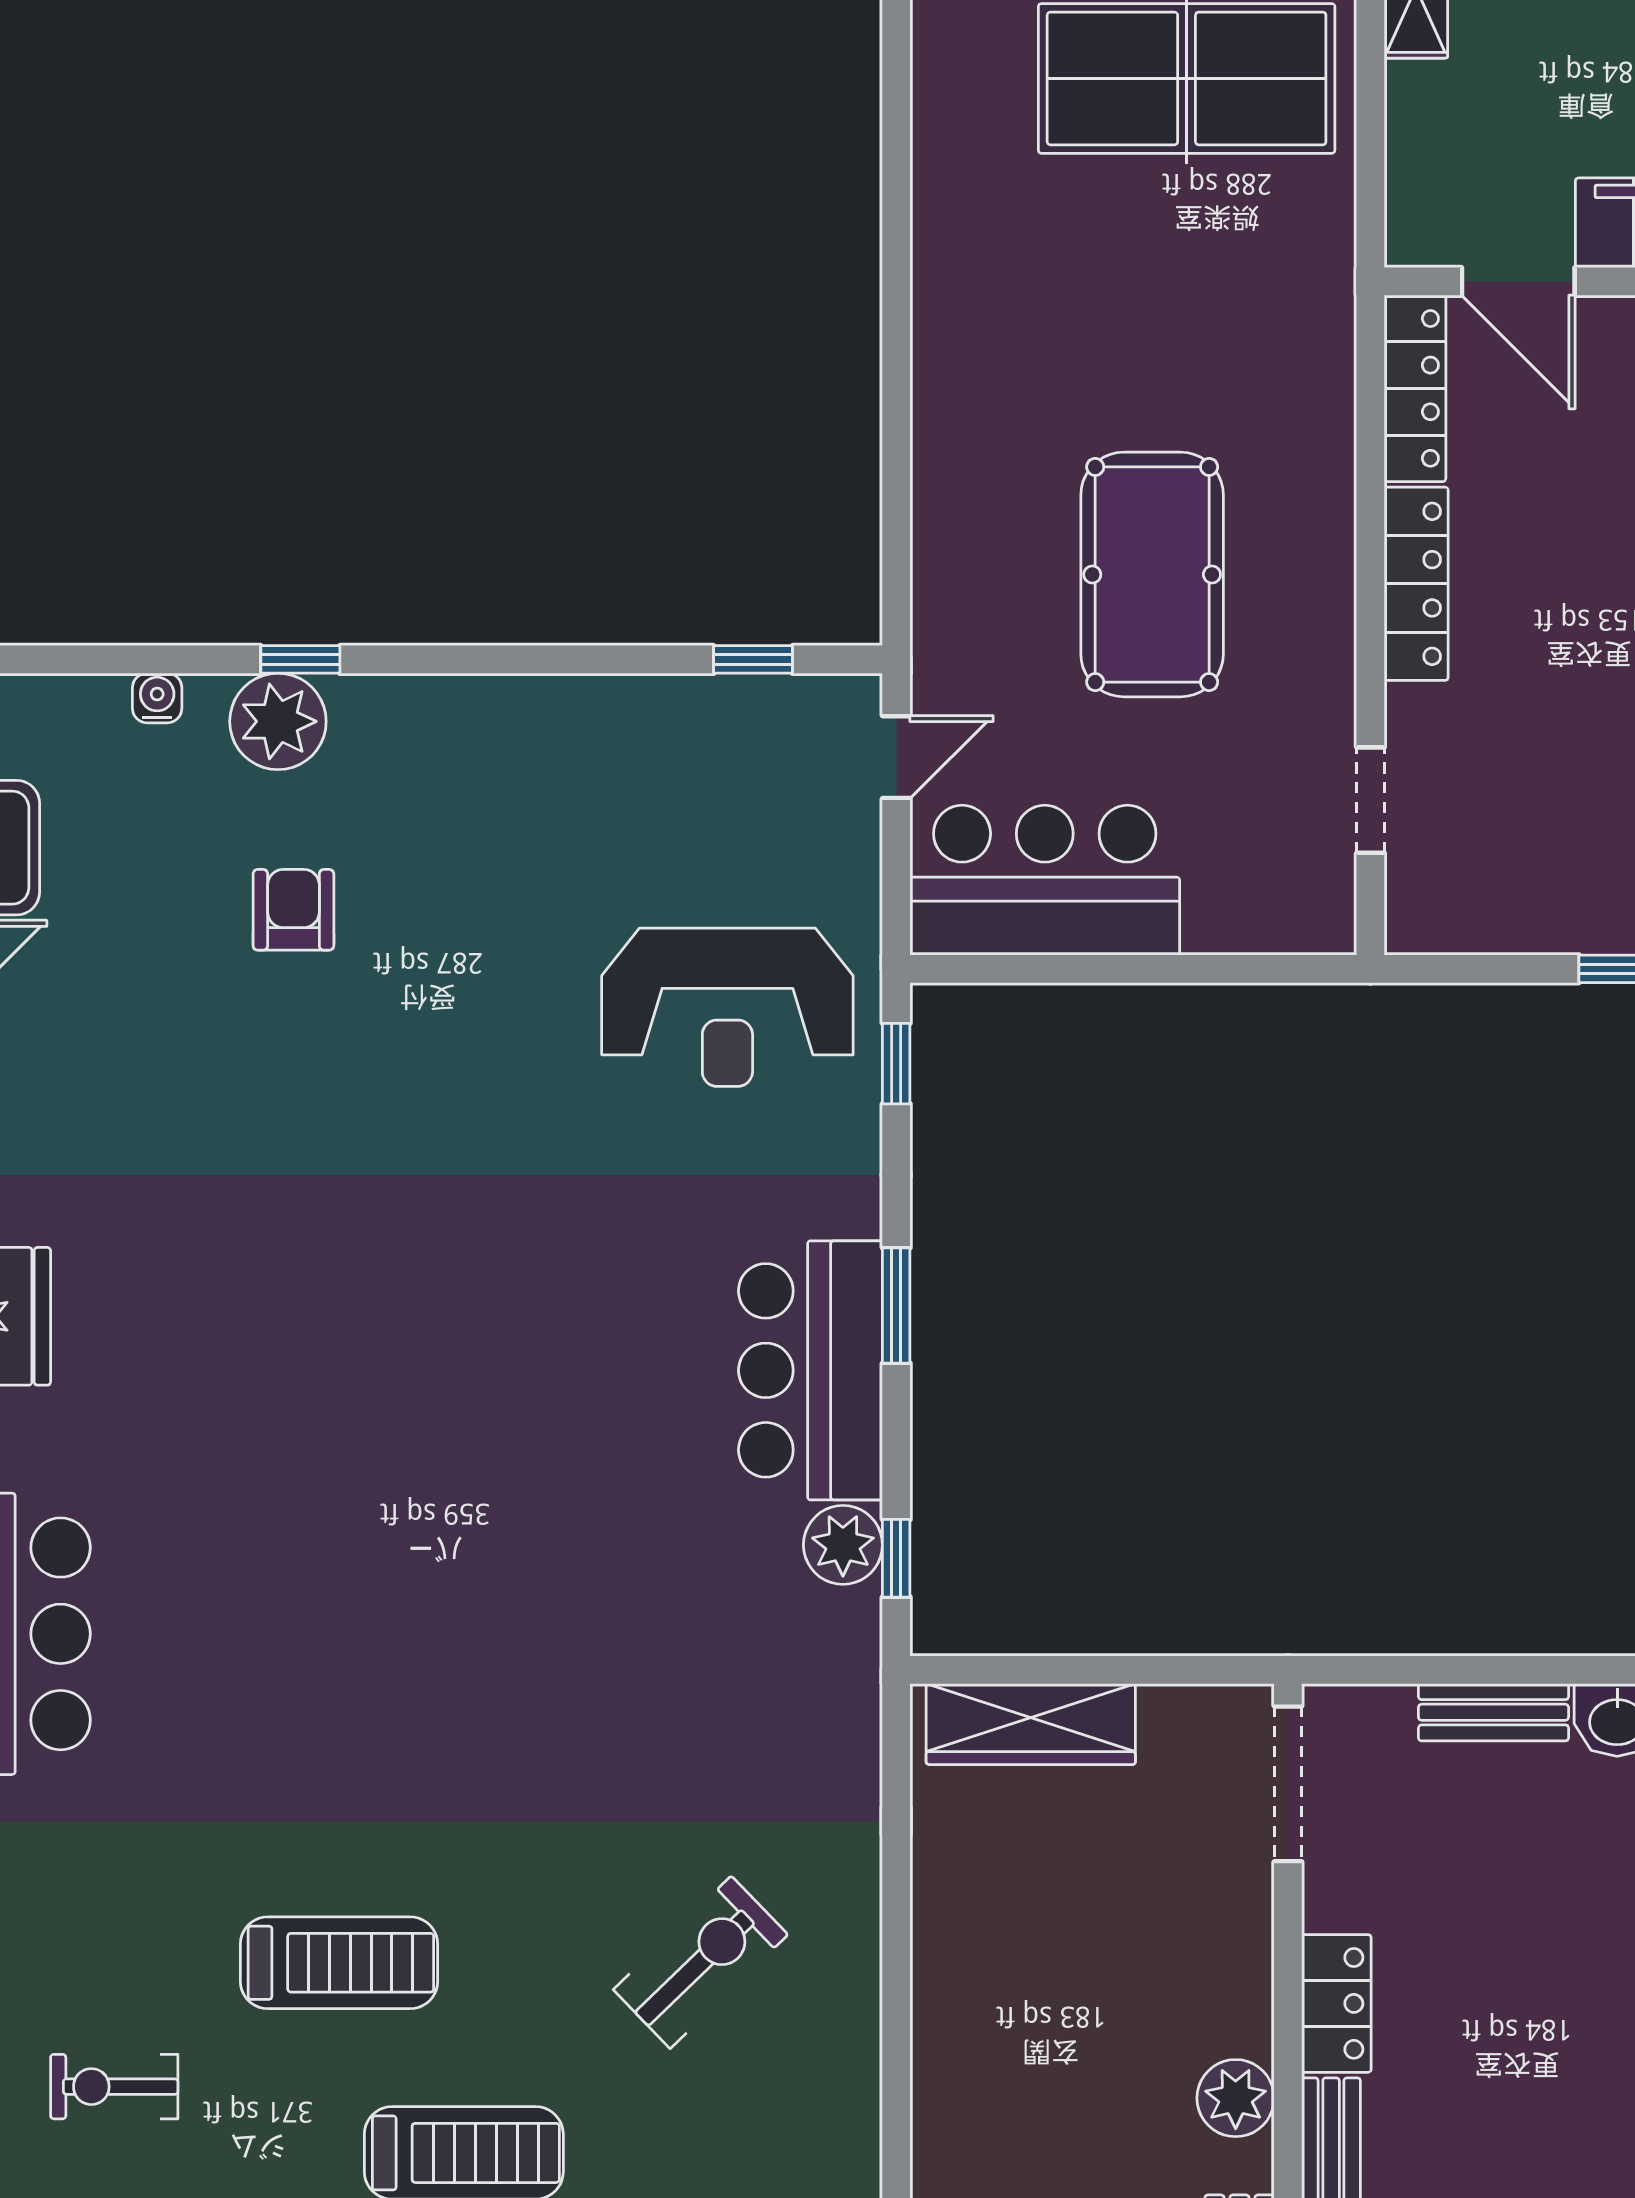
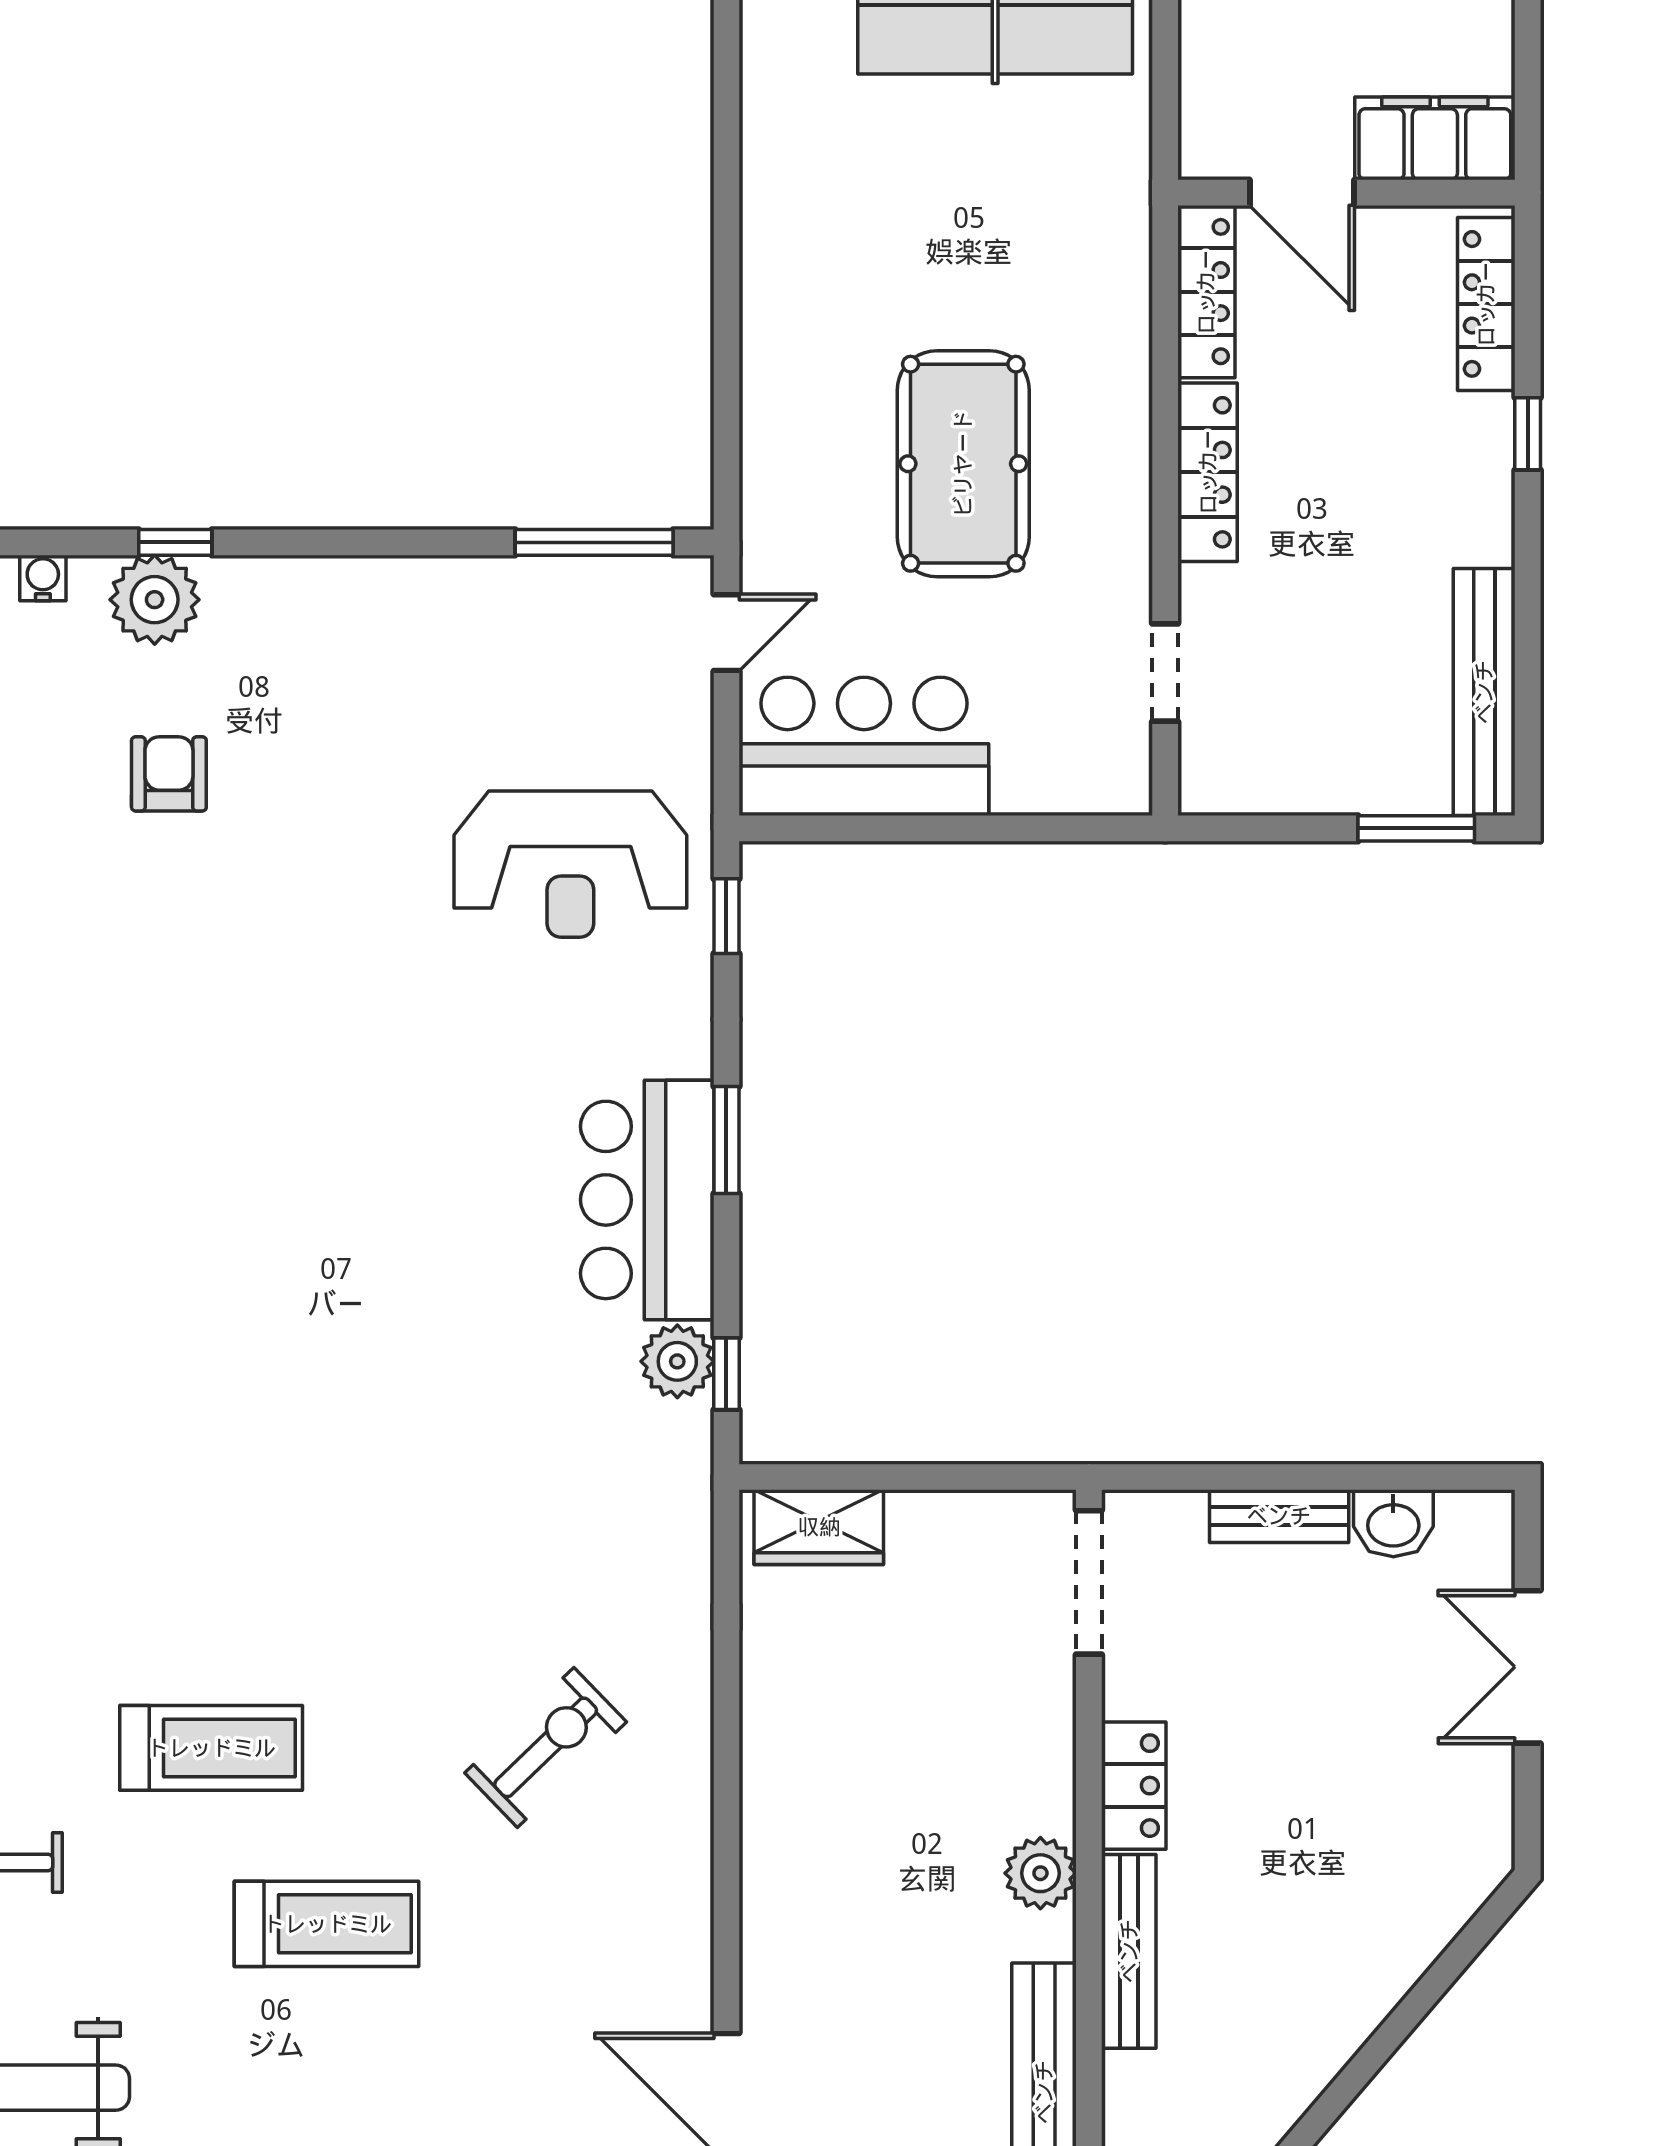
window: (753, 659) -> (594, 542), width x2.17
wardrobe: (1031, 1724) -> (819, 1527), width x0.67

